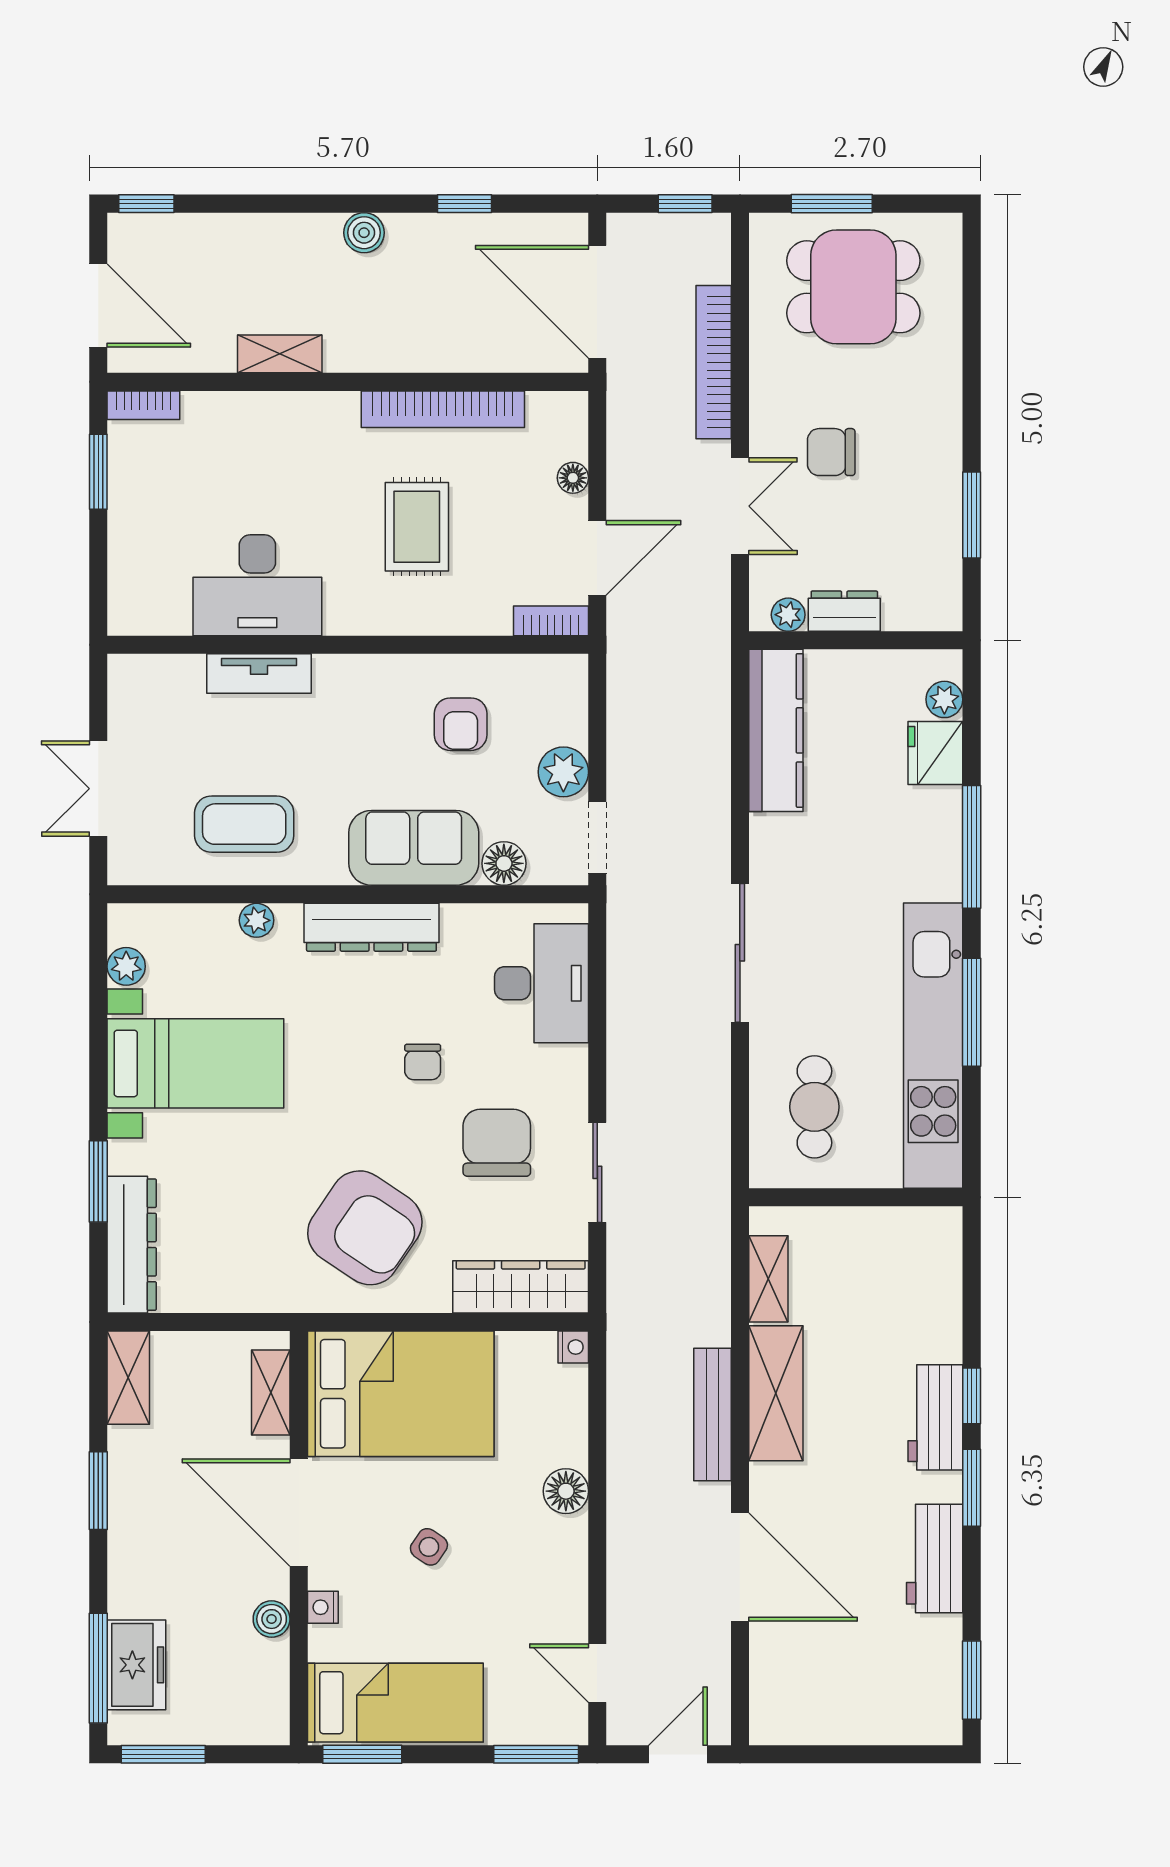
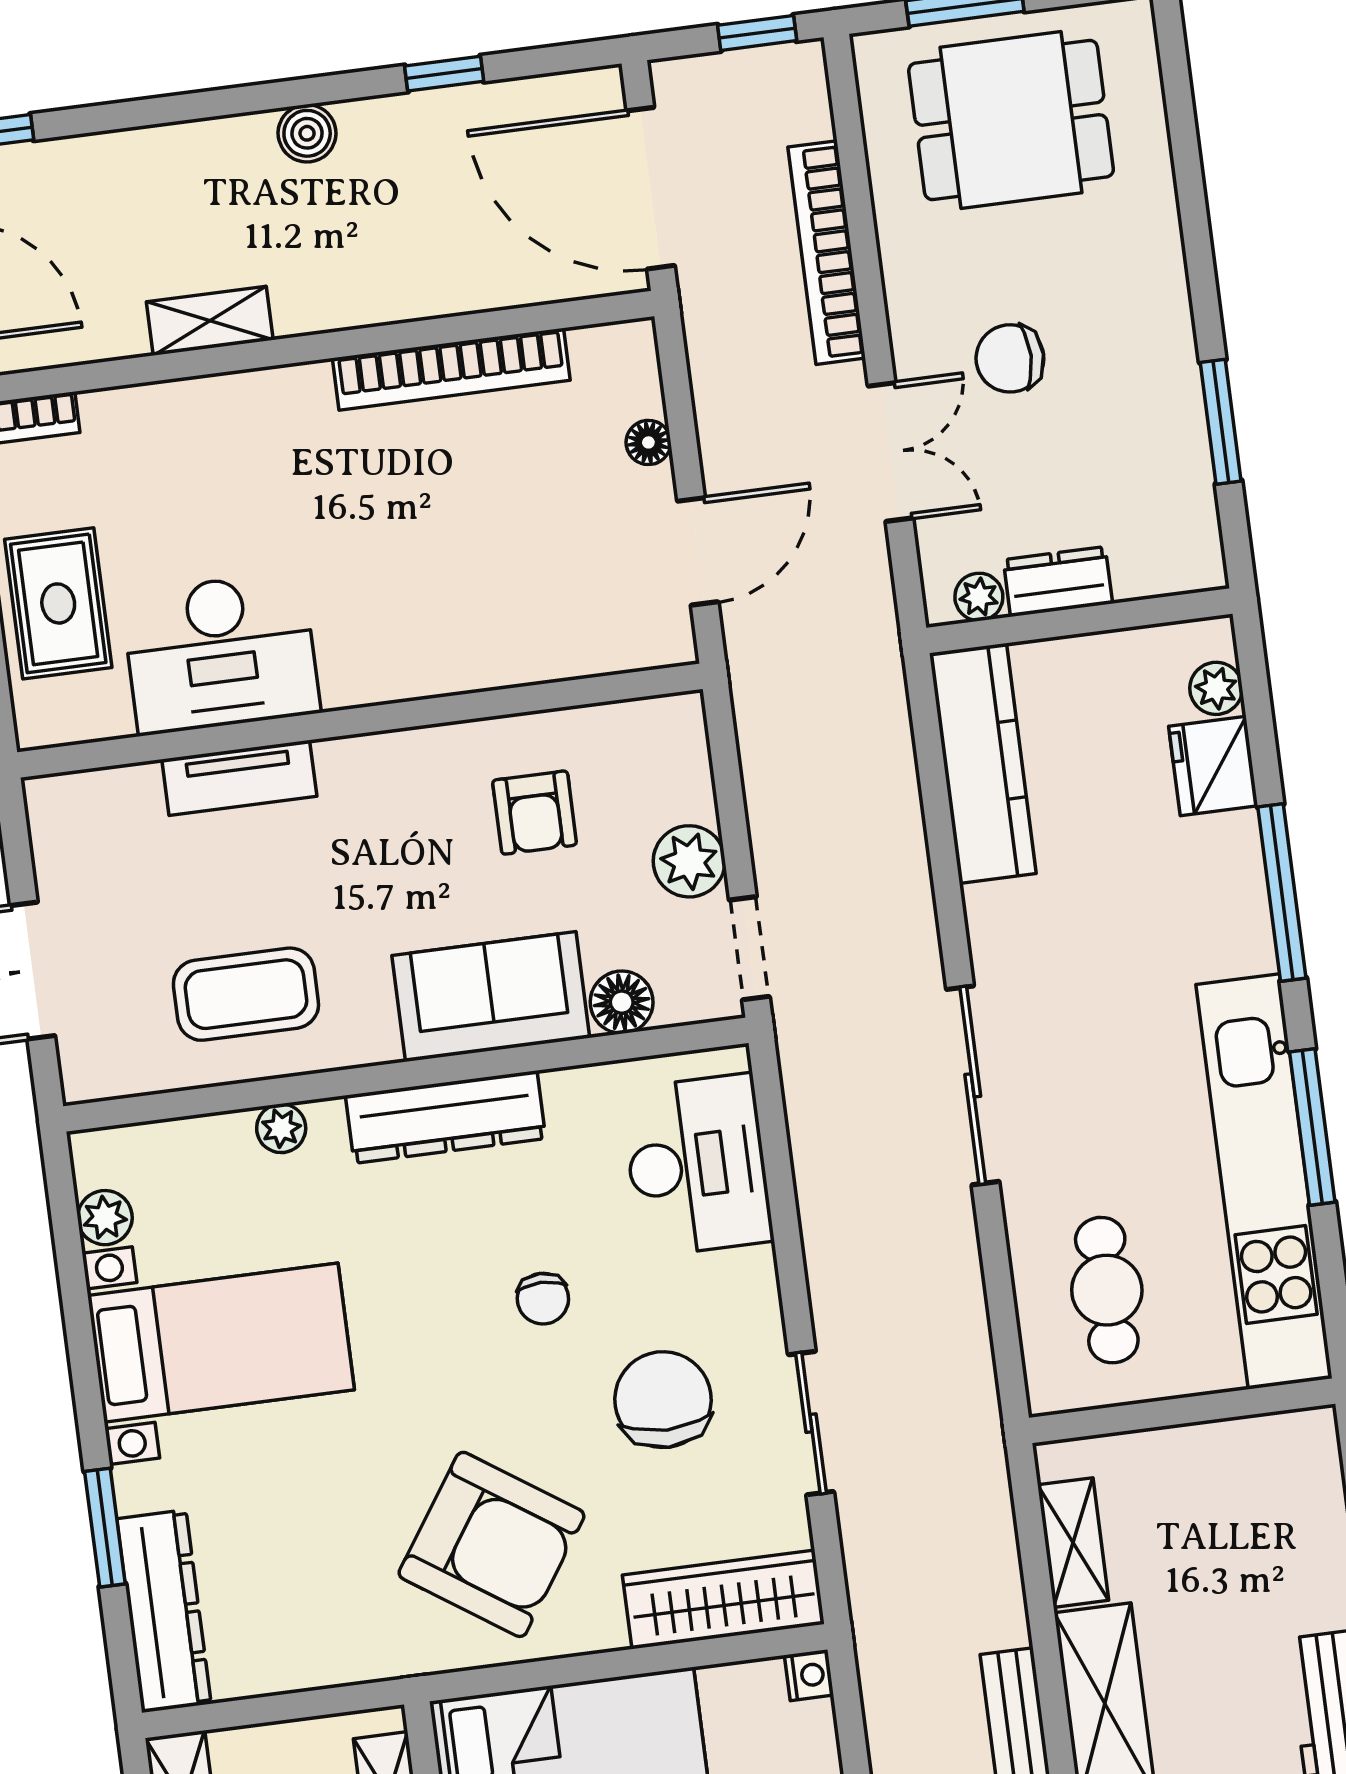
rug: (417, 527) -> (58, 603), moved
bookcase: (551, 621) -> (644, 649), removed

